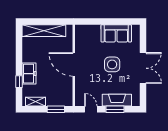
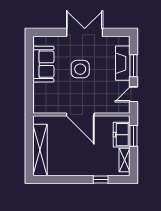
door: (74, 64) -> (80, 115), hinge flipped
freezer: (29, 74) -> (122, 135), moved, turned -90

